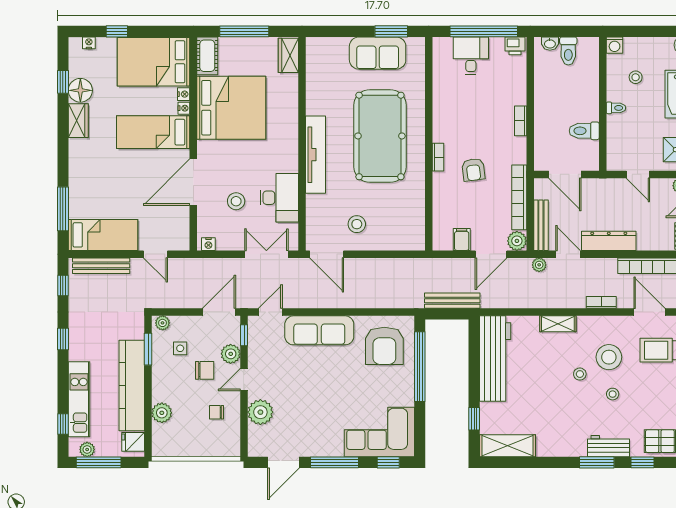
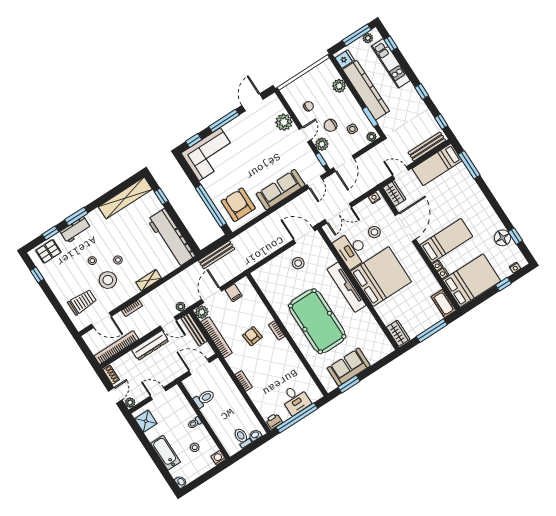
bed: (231, 108) -> (381, 277), moved, turned 180
wardrobe: (78, 121) -> (394, 193), moved, turned 180
shelving: (507, 446) -> (125, 198), width x1.47

